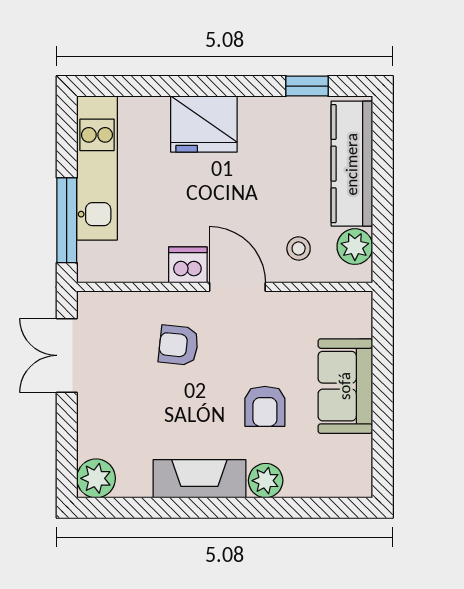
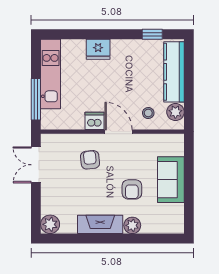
fridge: (204, 124) -> (98, 49), width x0.73, depth x0.75
armchair: (178, 345) -> (90, 160), turned 78

